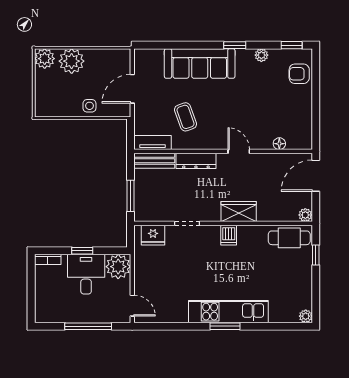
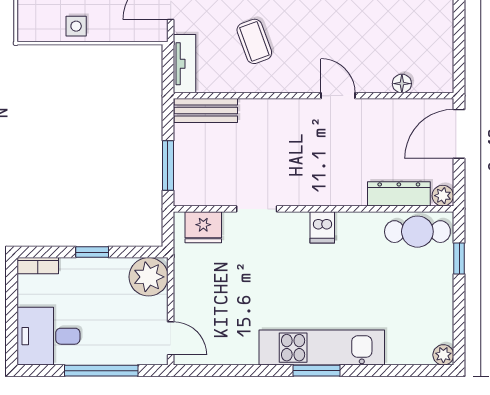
side table: (89, 106) -> (76, 26), moved
tv unit: (153, 143) -> (185, 64), moved, turned 90
dresser: (196, 161) -> (399, 194), moved, turned 180
wardrobe: (239, 212) -> (338, 190), removed
desk: (86, 274) -> (48, 336), moved, turned -90

